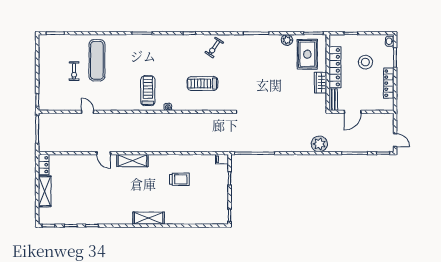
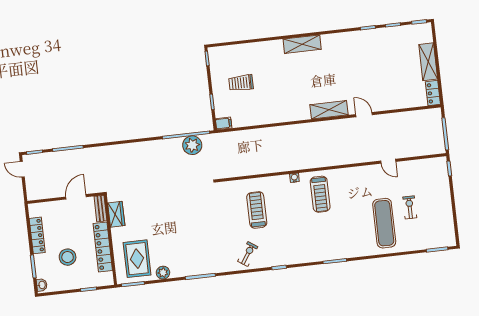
wardrobe: (321, 83) -> (116, 214), moved
treadmill: (202, 84) -> (257, 210), turned -90
plant: (319, 144) -> (192, 145), moved
trolley: (179, 179) -> (241, 83), moved

